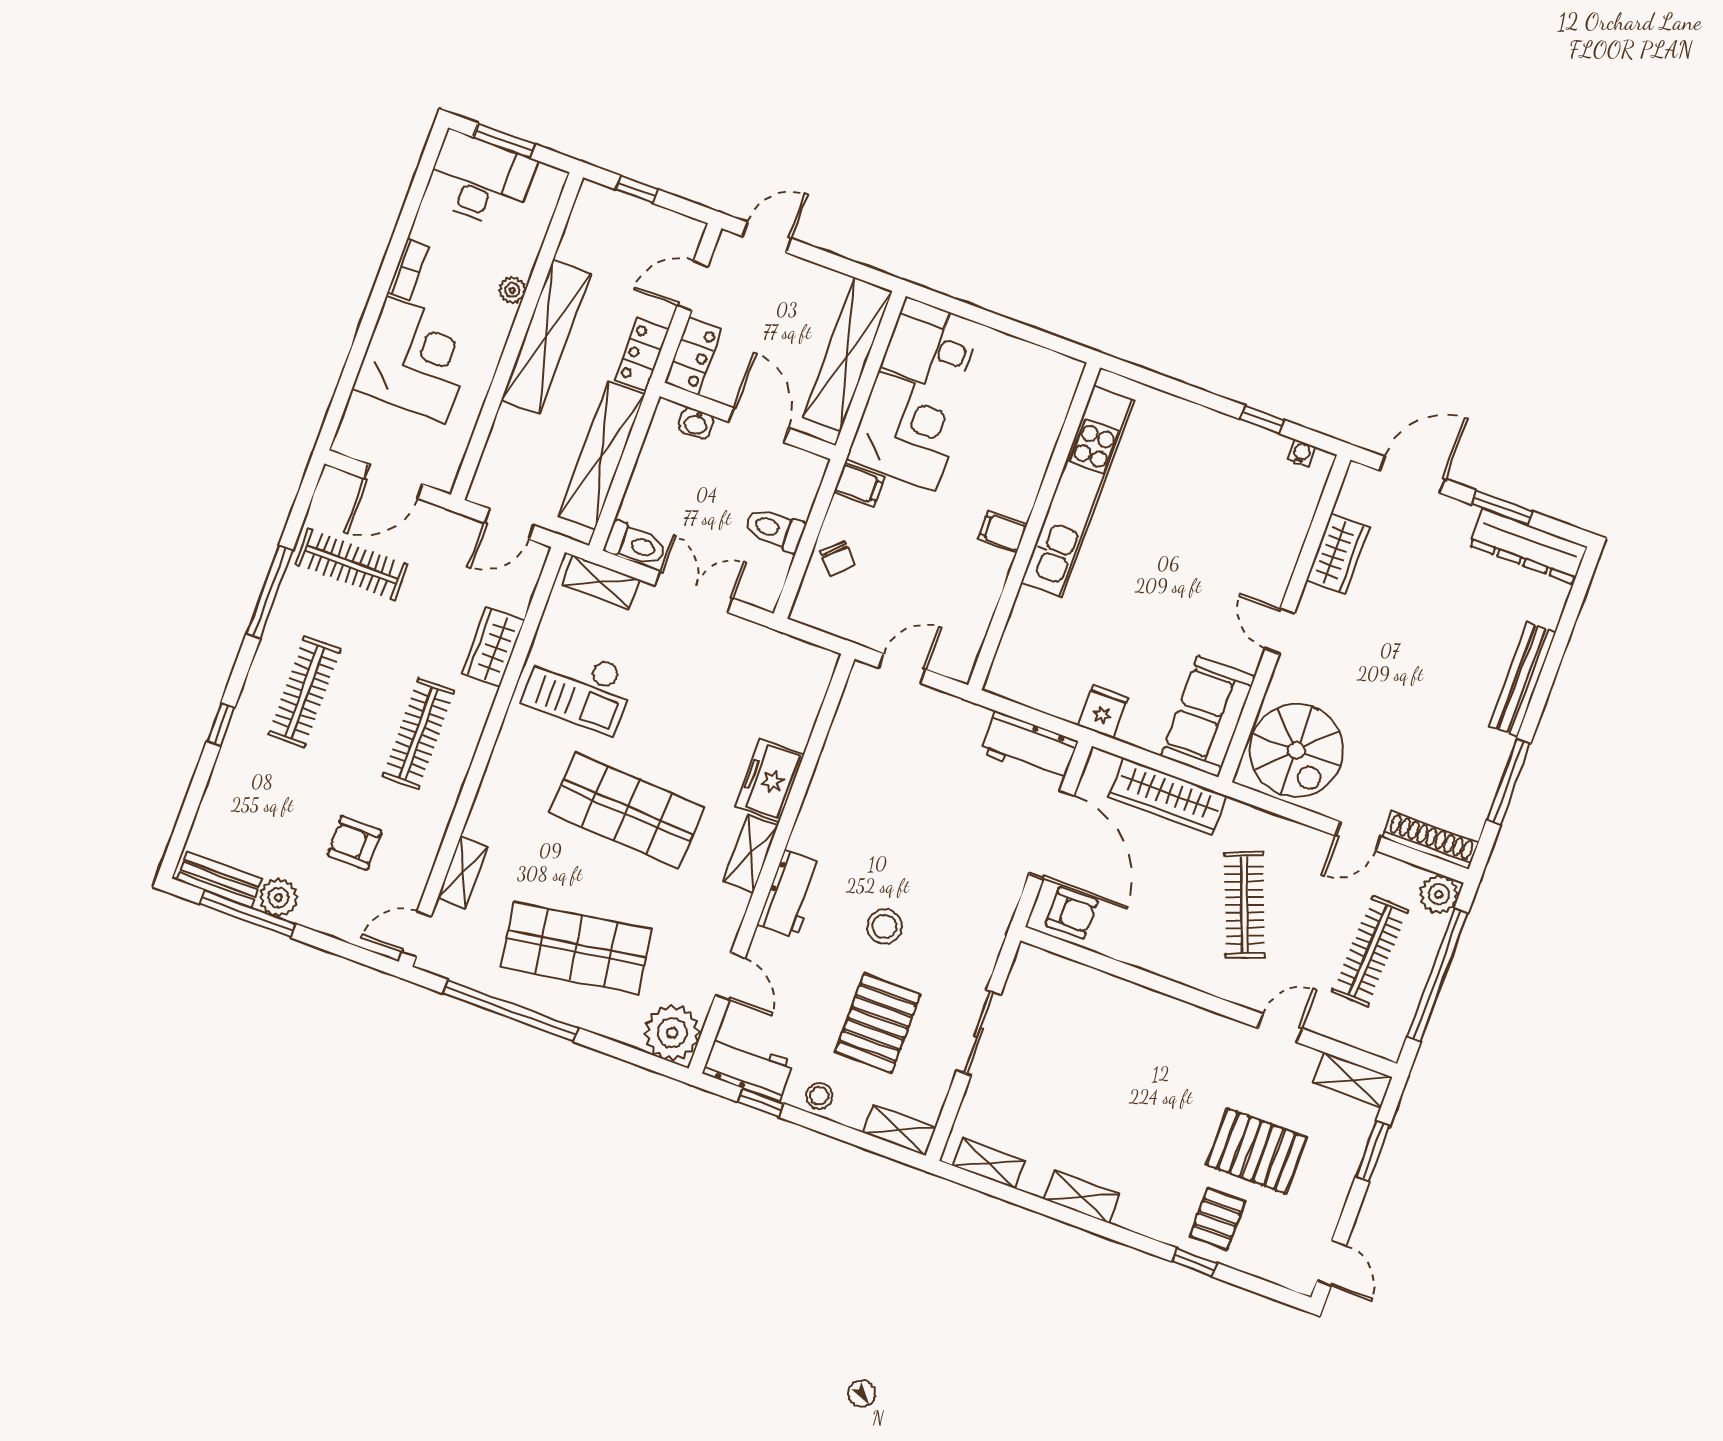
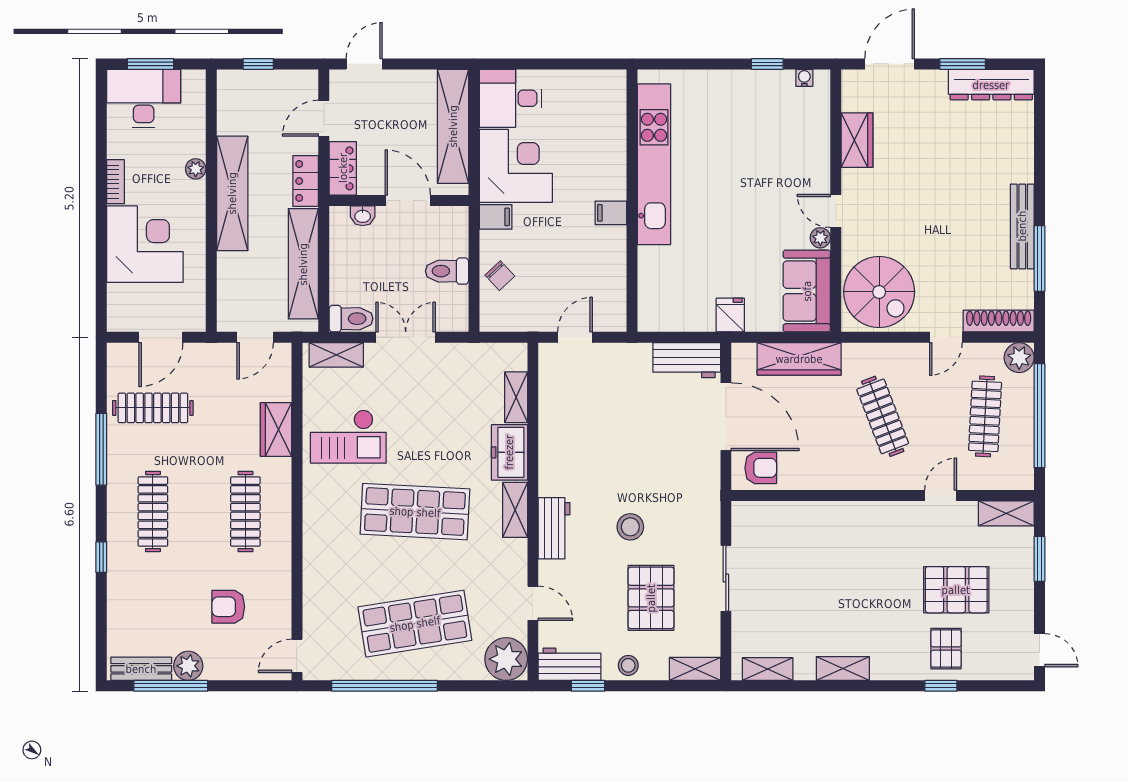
plant: (1249, 657) -> (820, 238), added
bench: (1522, 679) -> (1022, 226), moved
shelving: (463, 872) -> (516, 397), moved

